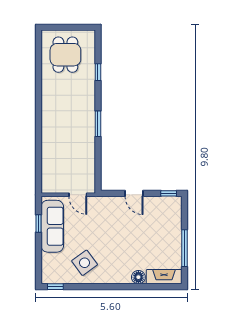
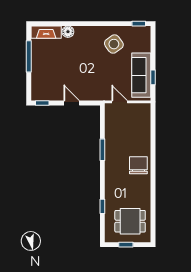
window: (70, 27) -> (126, 245), added
dining table: (65, 55) -> (130, 221), turned 90
chair: (56, 120) -> (138, 165), added
window: (98, 124) -> (102, 150), moved

